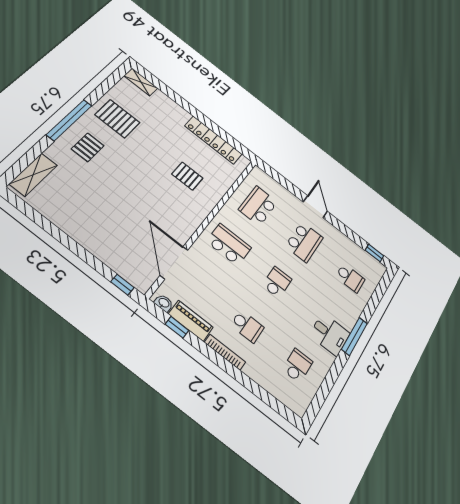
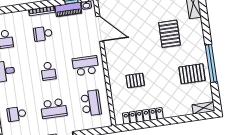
window: (69, 120) -> (211, 63), moved
pallet: (88, 147) -> (169, 34), moved, width x1.50, depth x1.42
school desk: (304, 242) -> (54, 109), turned -90
school desk: (229, 245) -> (86, 66), turned 180

